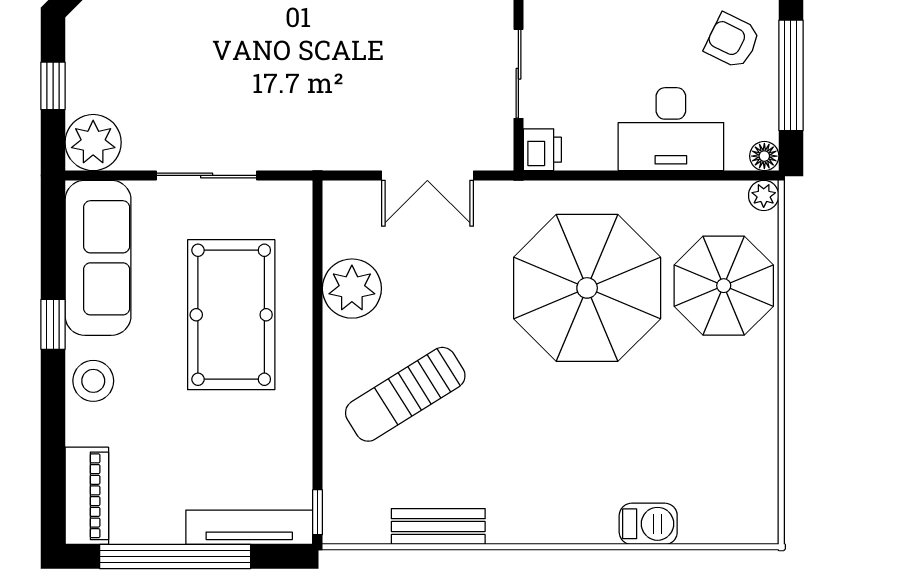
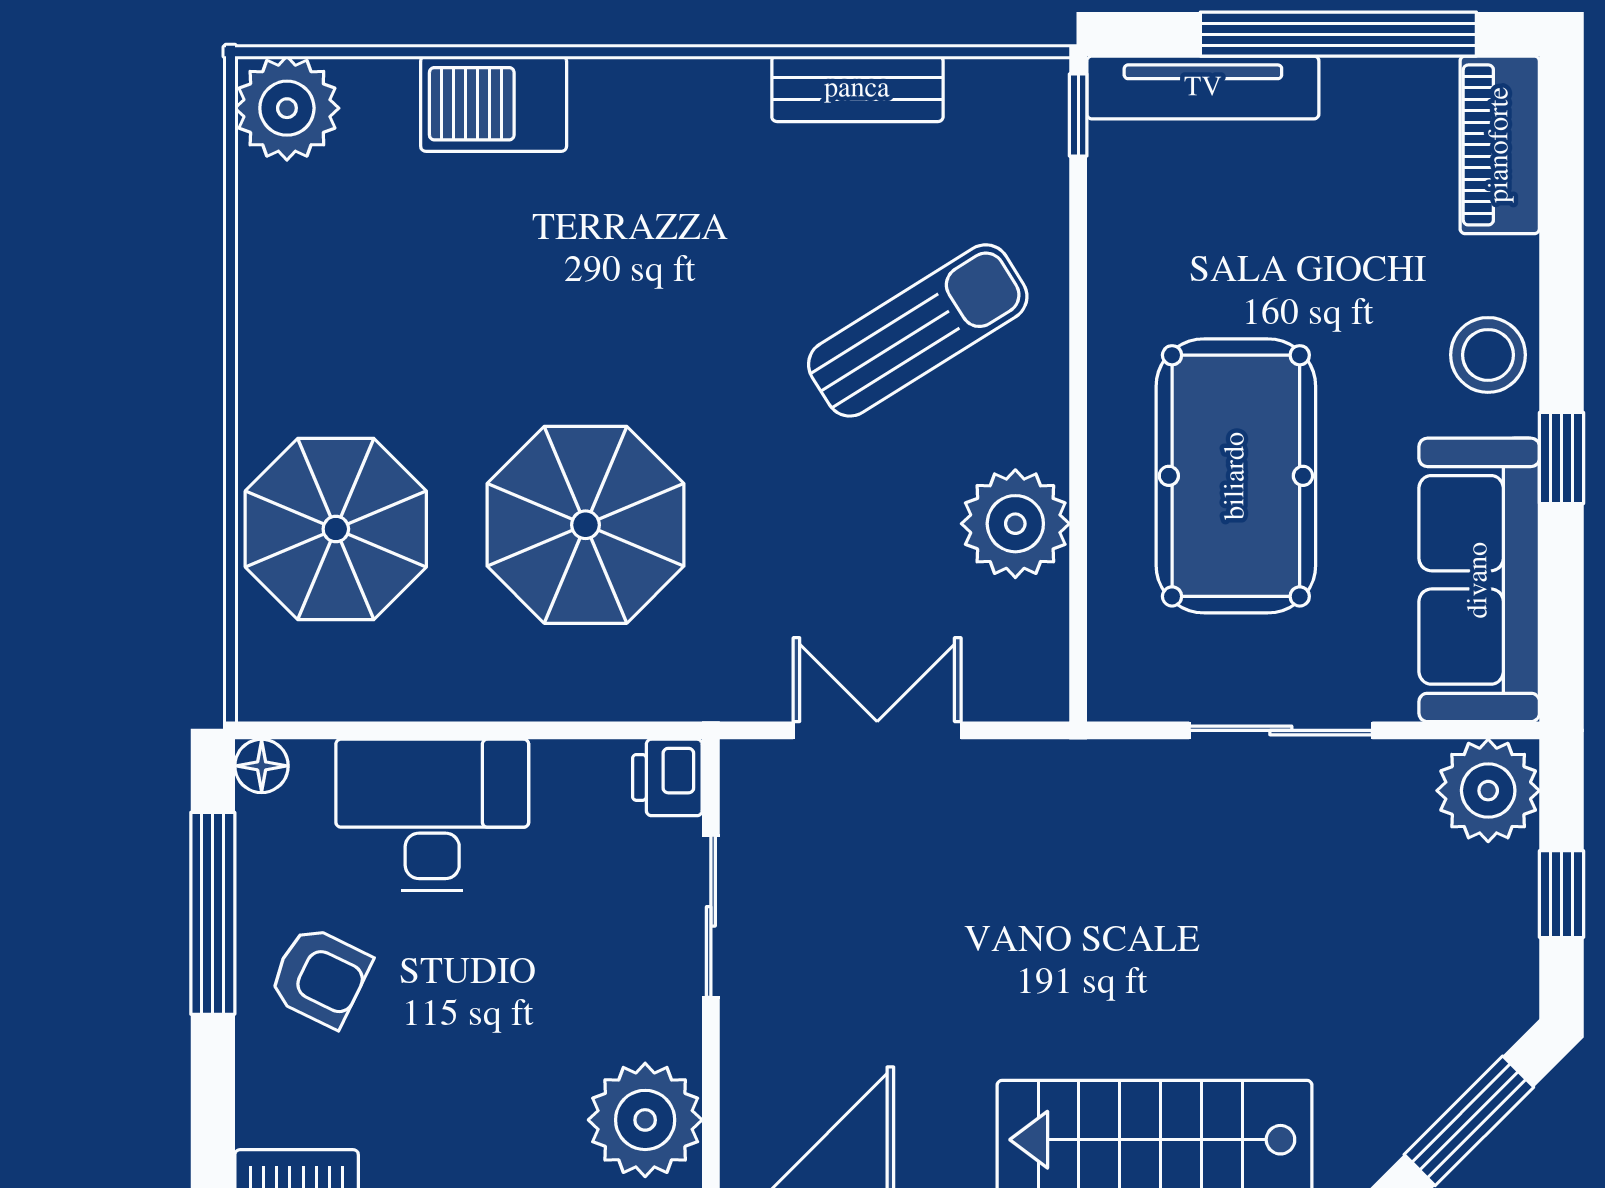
plant: (764, 195) -> (287, 108), moved, width x1.88, depth x1.88
parasol: (587, 288) -> (585, 525), width x0.73, depth x0.73
barbecue: (648, 524) -> (494, 104), width x1.38, depth x1.27

